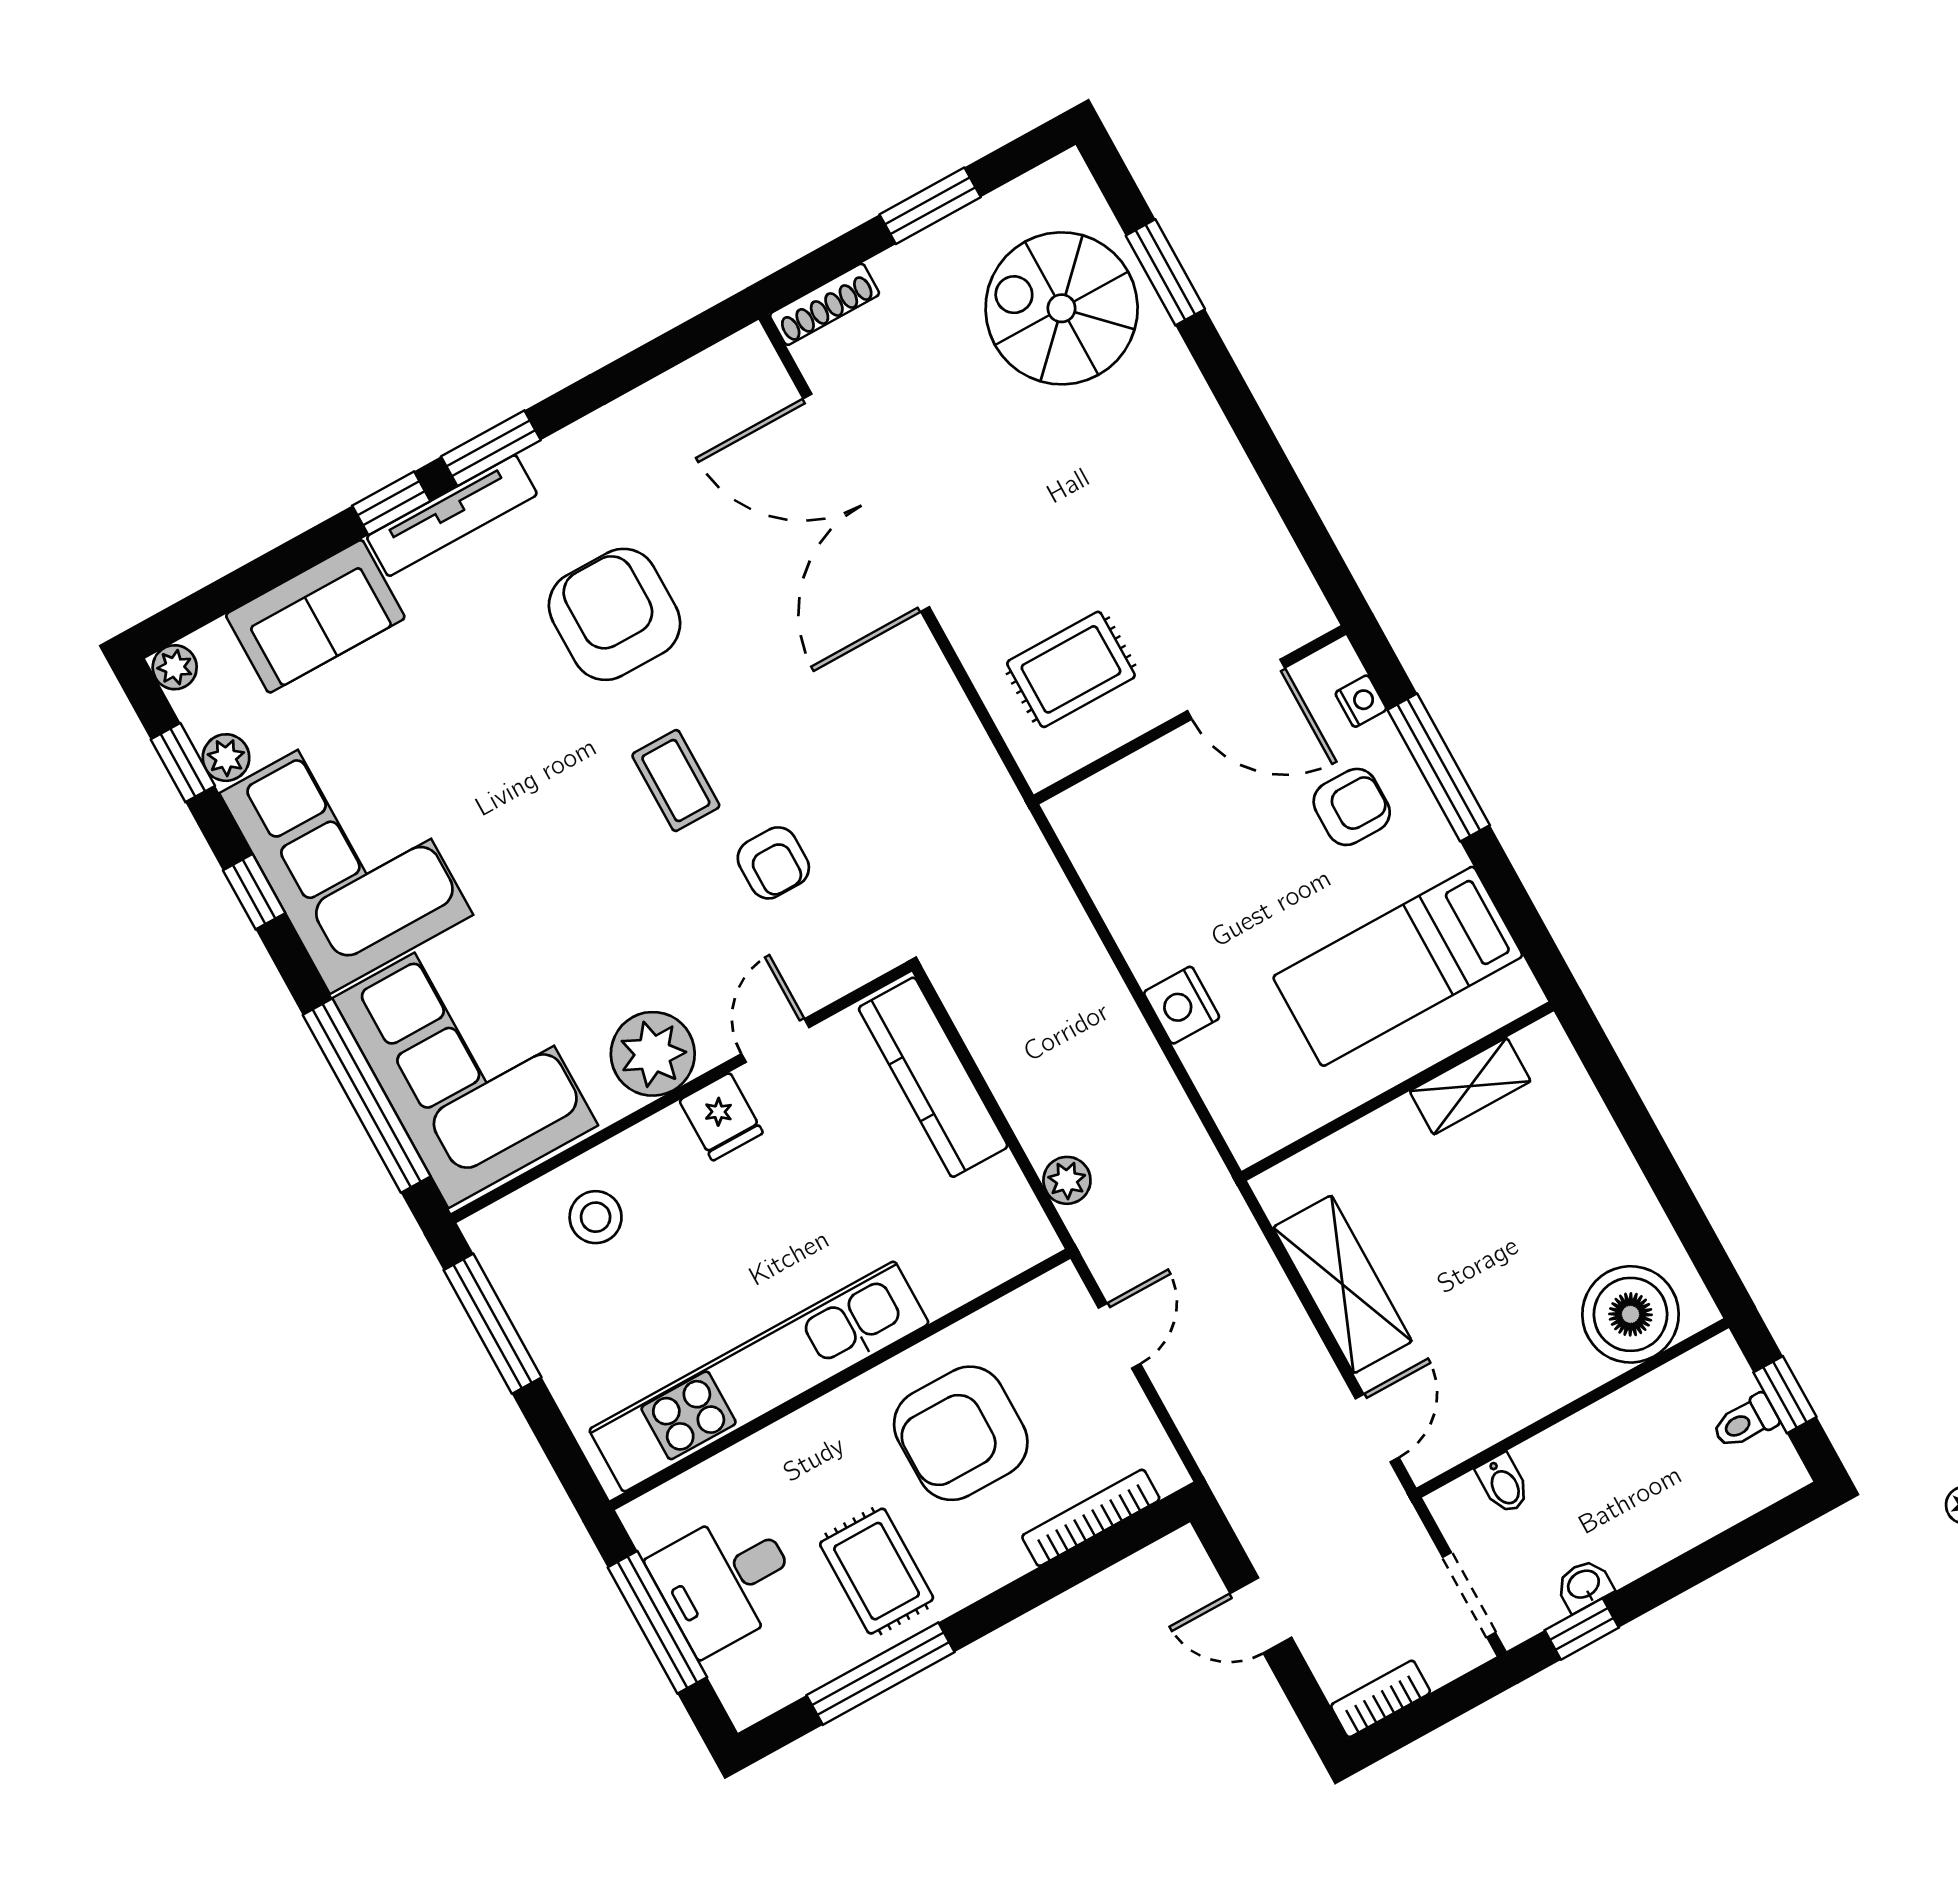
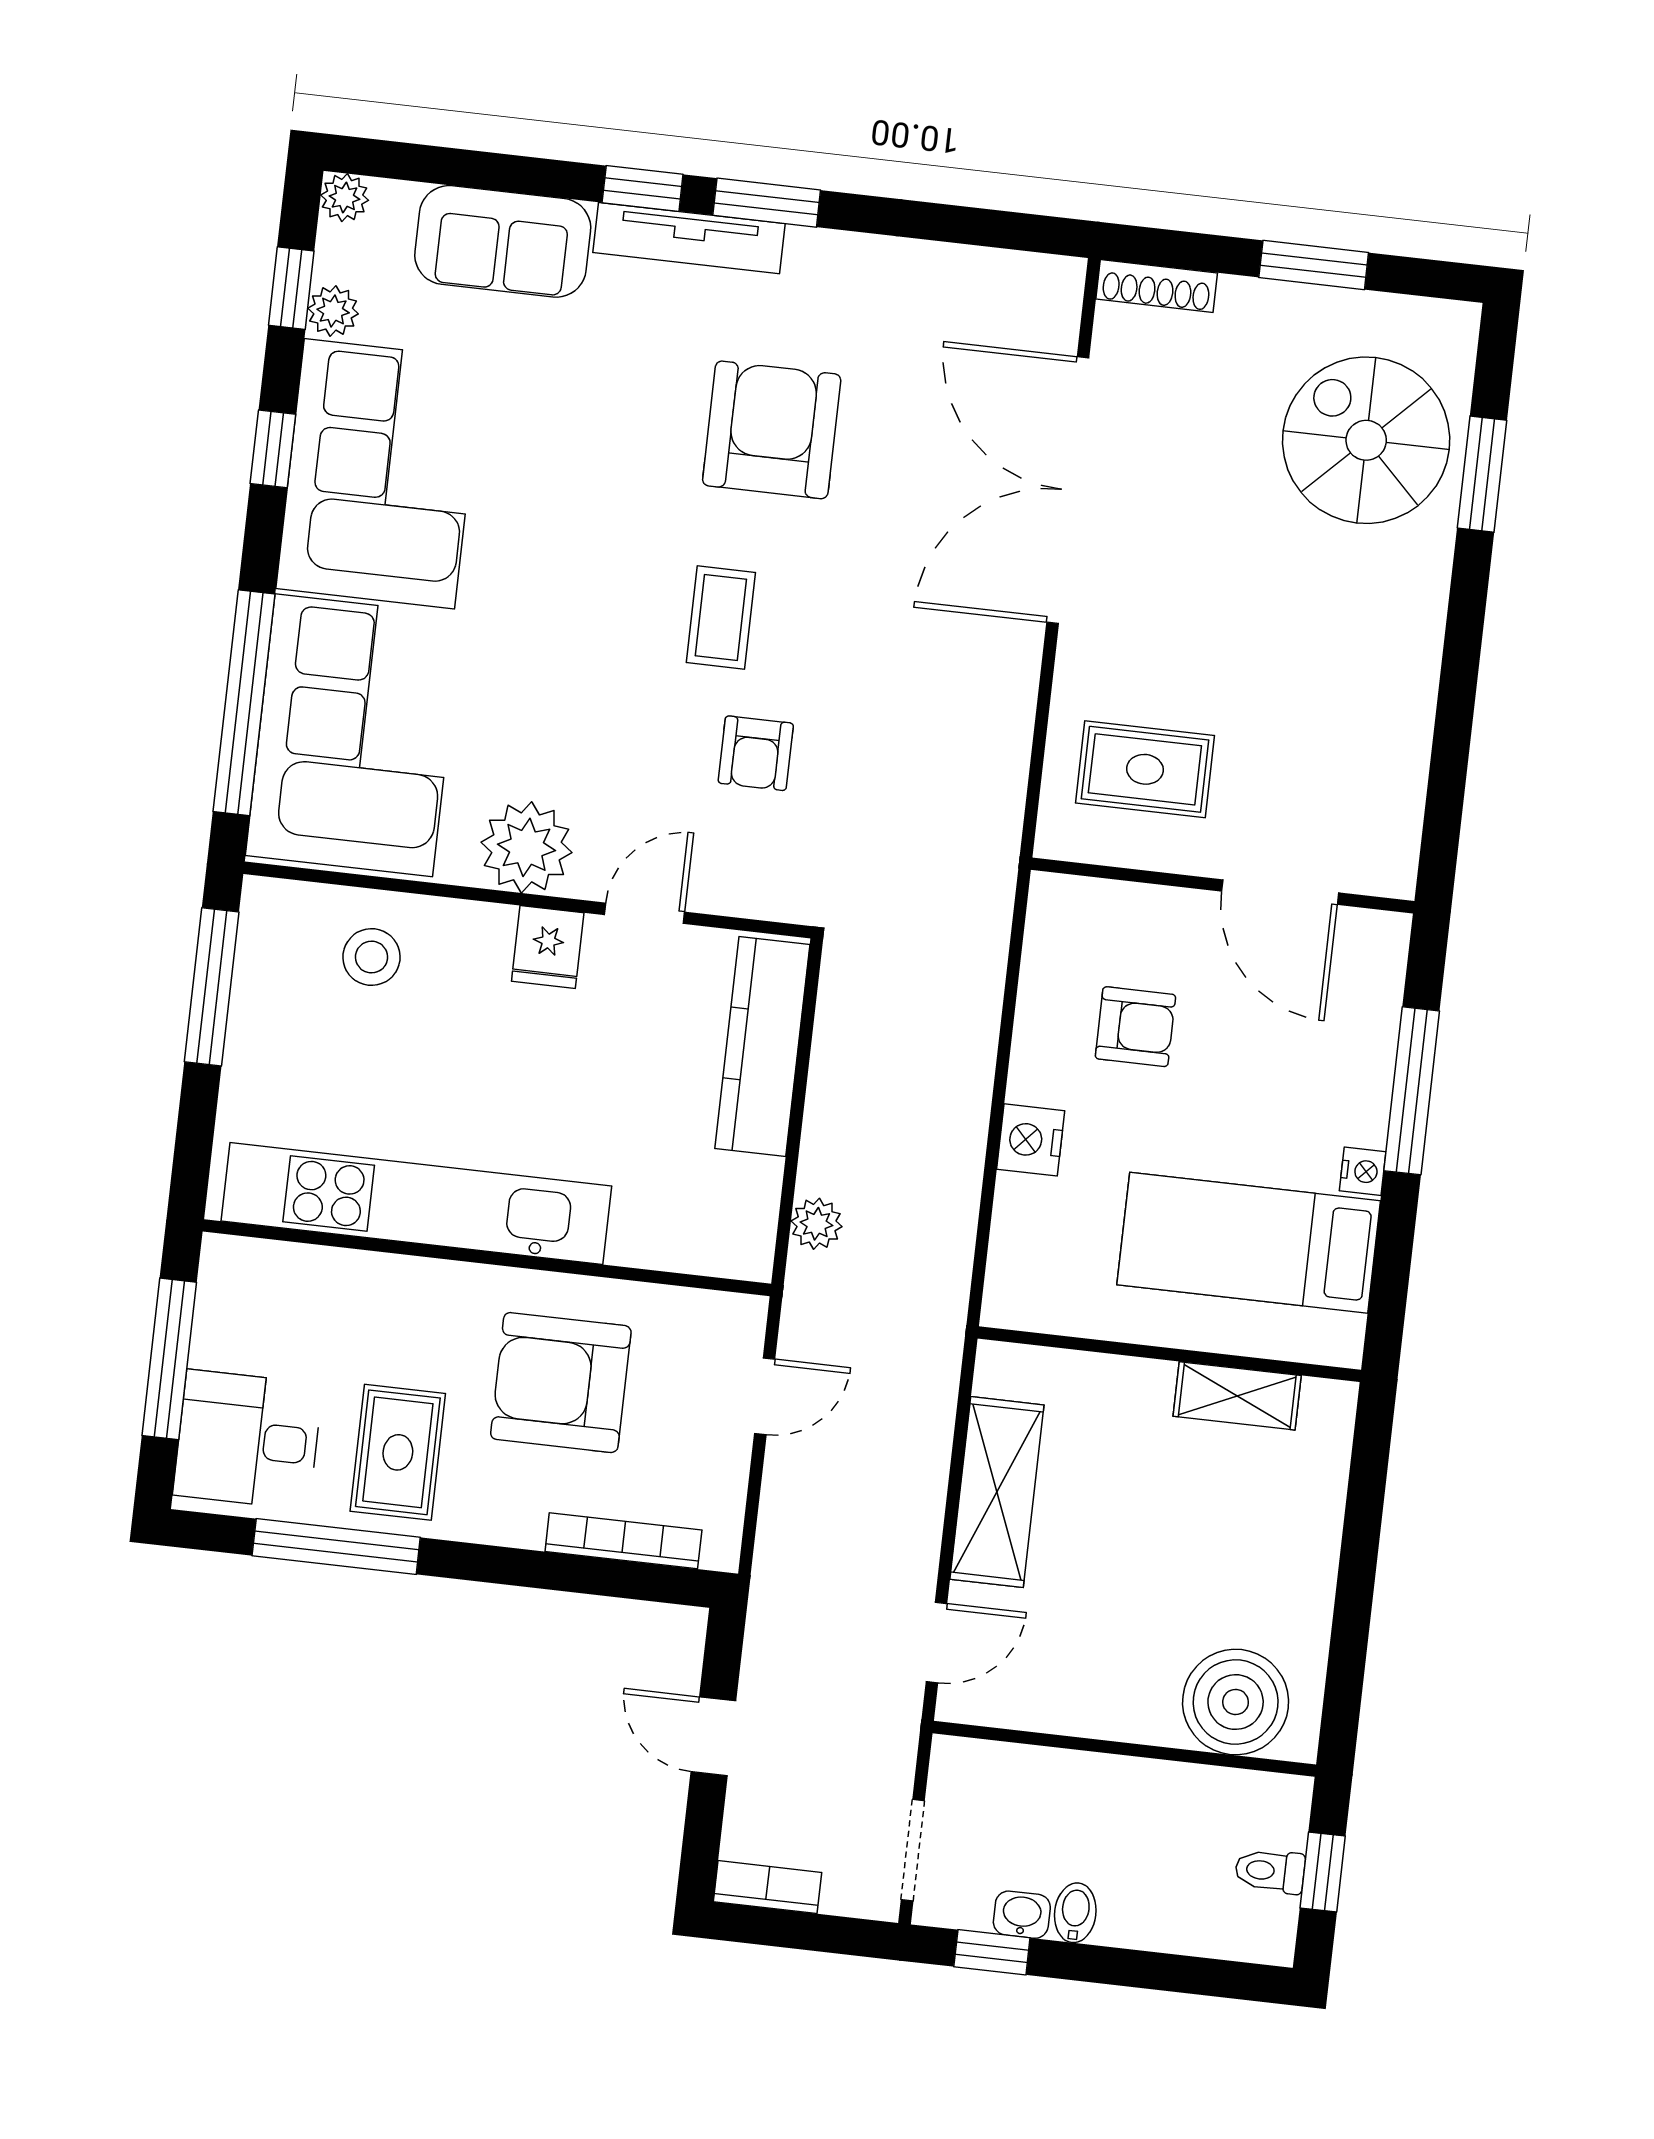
nightstand: (1361, 701) -> (1363, 1171), moved
armchair: (1352, 807) -> (1135, 1027), moved
bidet: (1503, 1484) -> (1075, 1913), moved, turned 180
desk: (725, 1581) -> (248, 1440), moved

